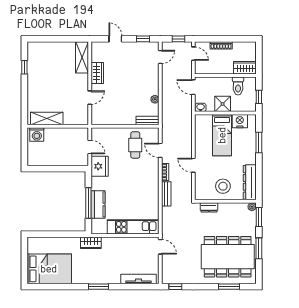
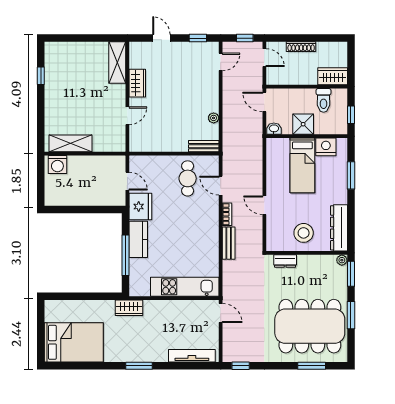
kitchen counter: (98, 204) -> (138, 239), moved

